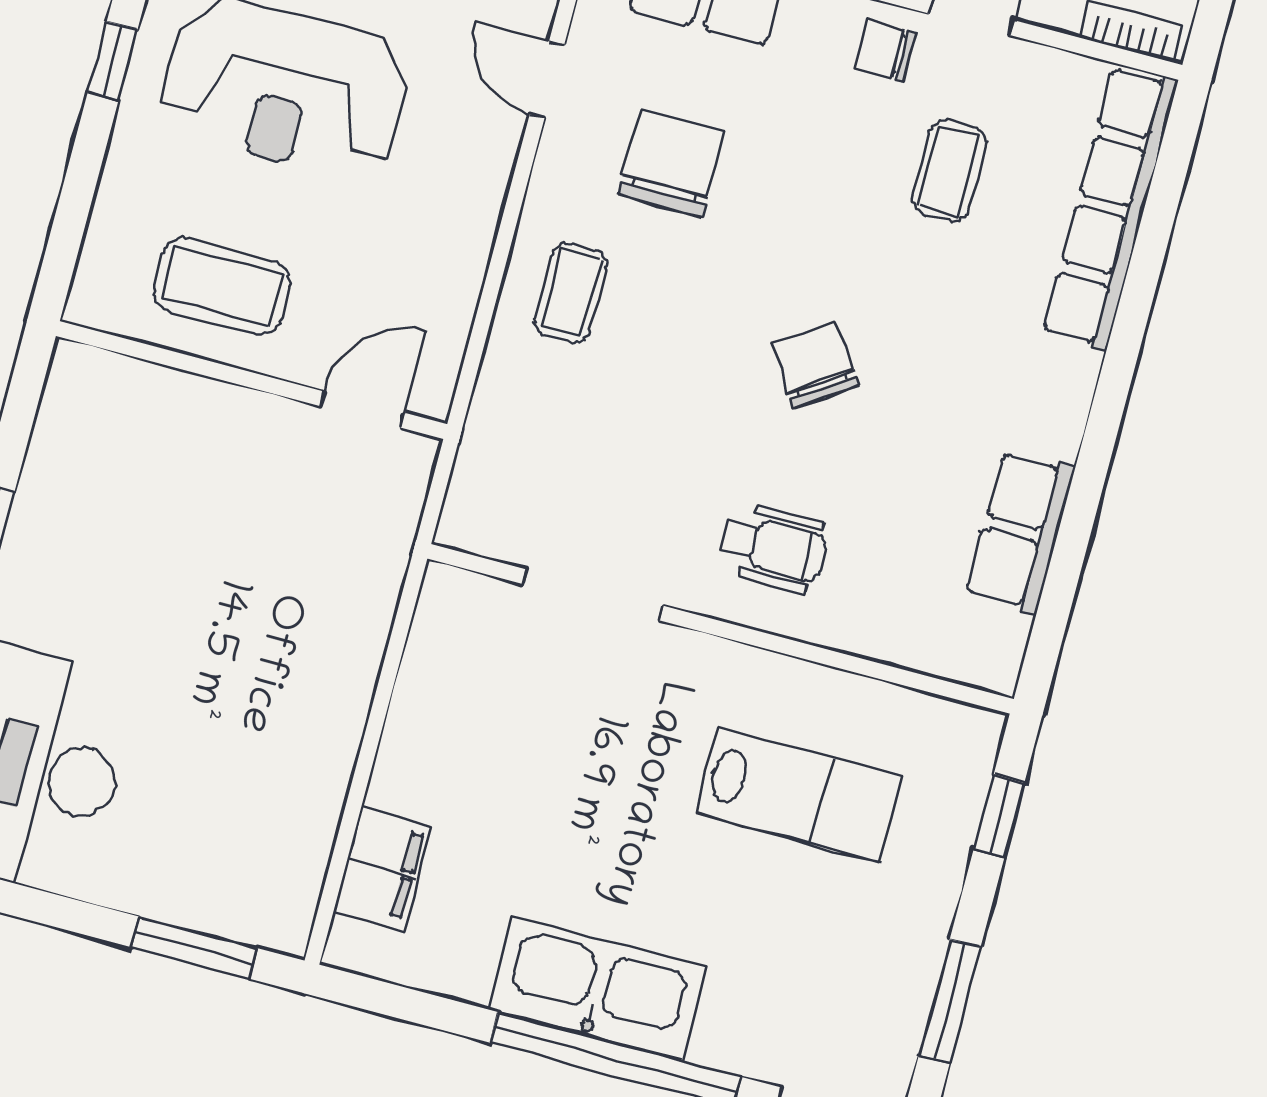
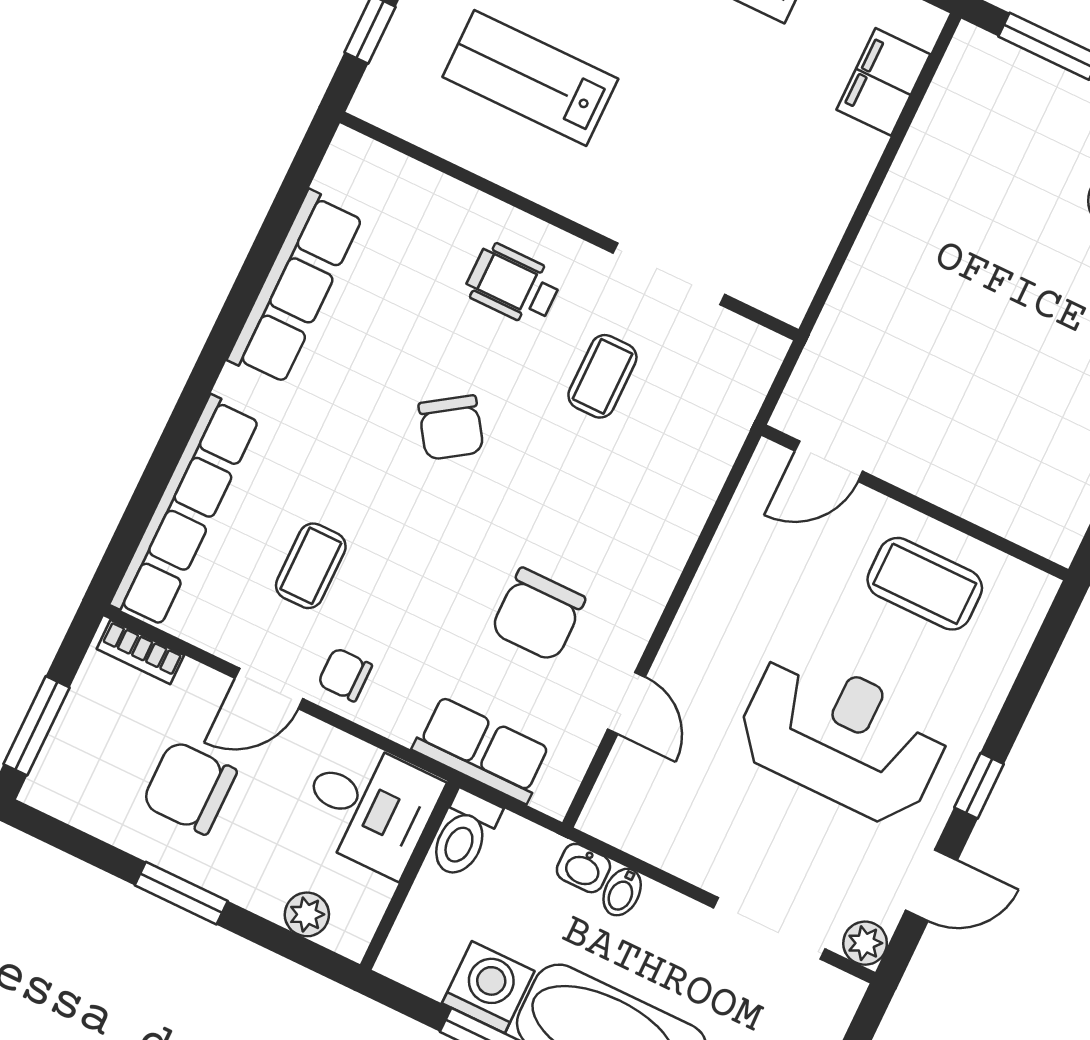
chair: (885, 50) -> (345, 675), turned 180
coffee table: (571, 293) -> (602, 376), moved
row of seats: (1020, 531) -> (295, 287), width x1.48

